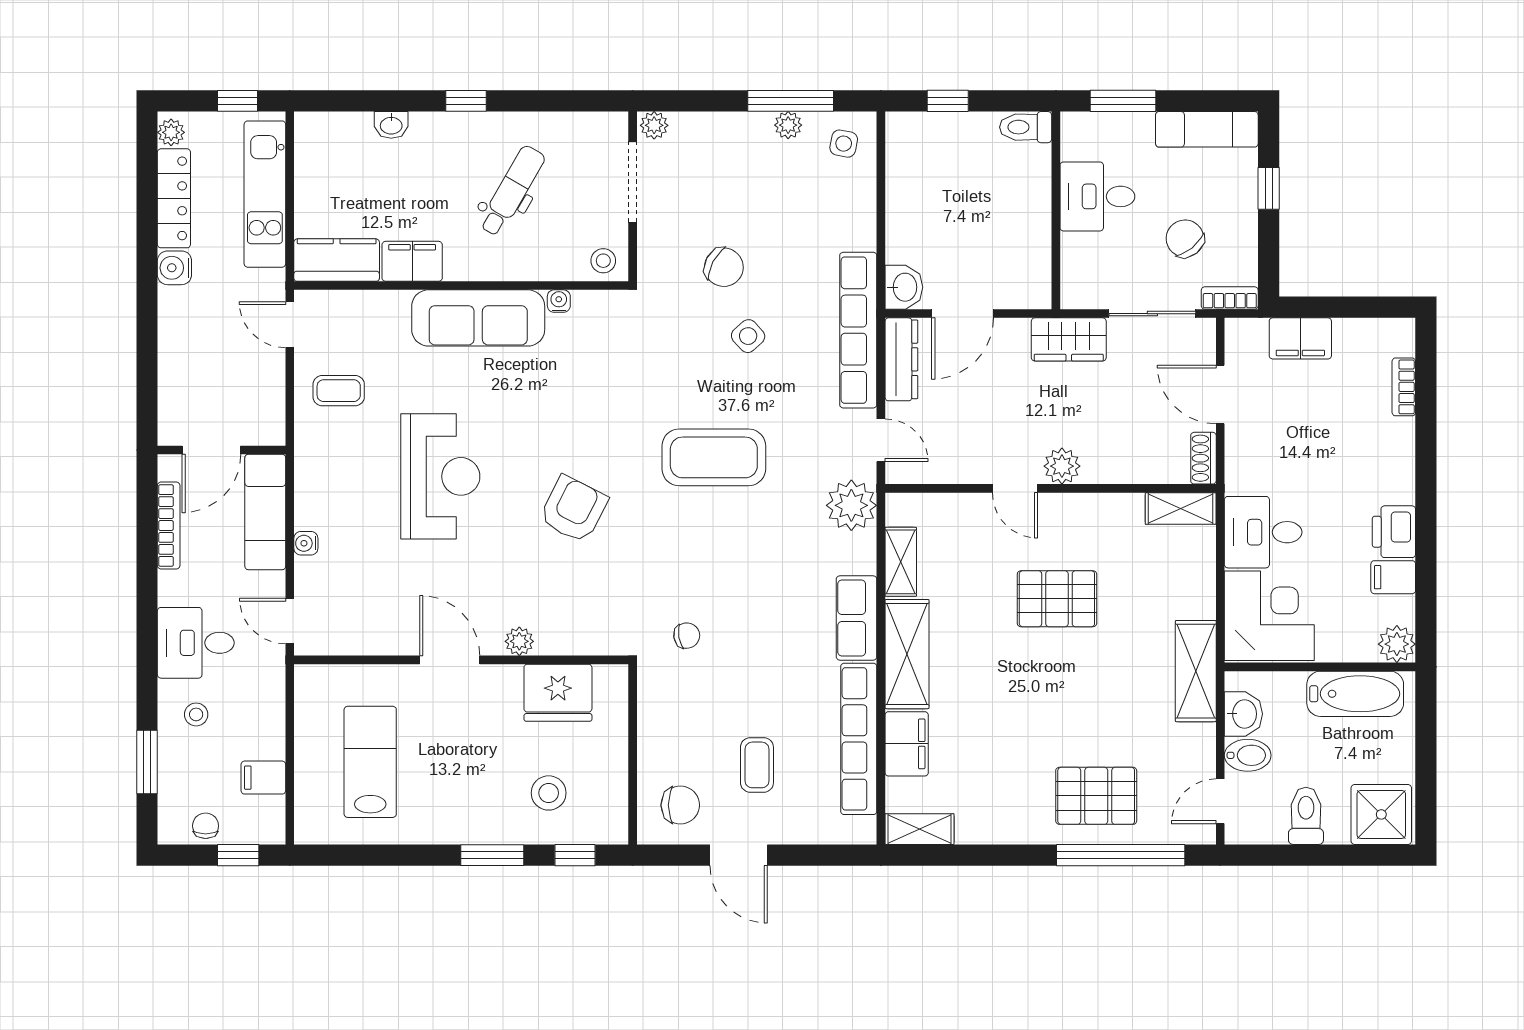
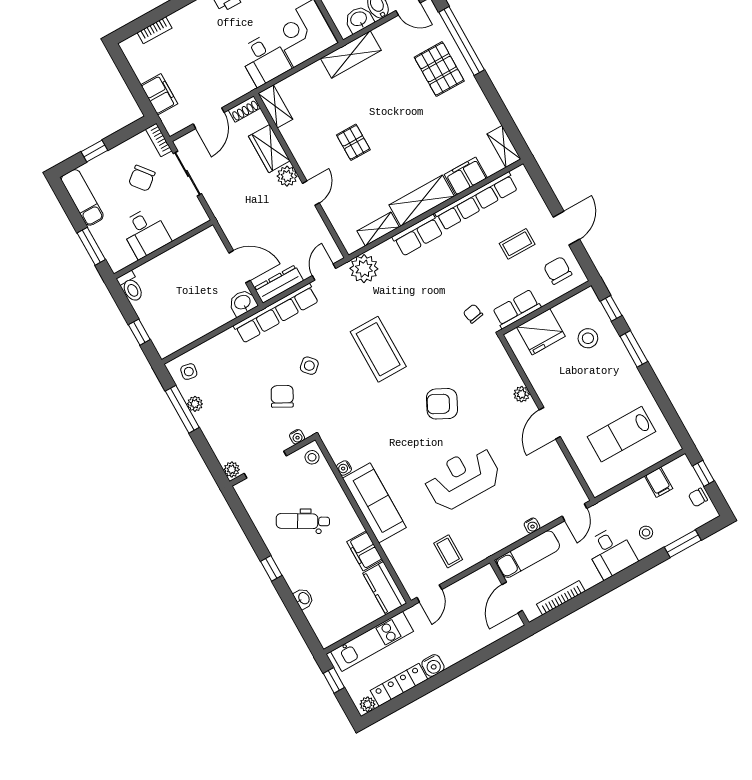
water cooler: (648, 255) -> (297, 437), added
wardrobe: (1069, 339) -> (269, 149), moved, turned 180
door: (211, 450) -> (512, 598), swing flipped
pallet: (1057, 599) -> (353, 142), width x0.67, depth x0.71
fridge: (558, 693) -> (541, 332), moved, turned 90
row of seats: (656, 707) -> (517, 309), added

